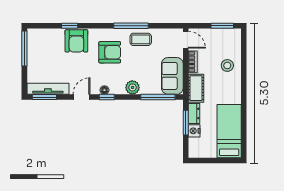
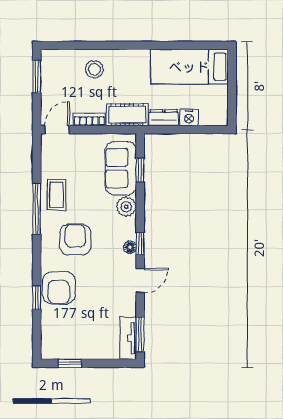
armchair: (76, 41) -> (59, 288), turned 90
window: (24, 49) -> (70, 363), width x0.46
sofa: (172, 76) -> (121, 168), moved, turned 90
tv unit: (48, 89) -> (128, 338), width x0.71
door: (82, 97) -> (140, 280), swing flipped
window: (158, 97) -> (140, 170), width x0.46
window: (186, 123) -> (177, 130), removed

